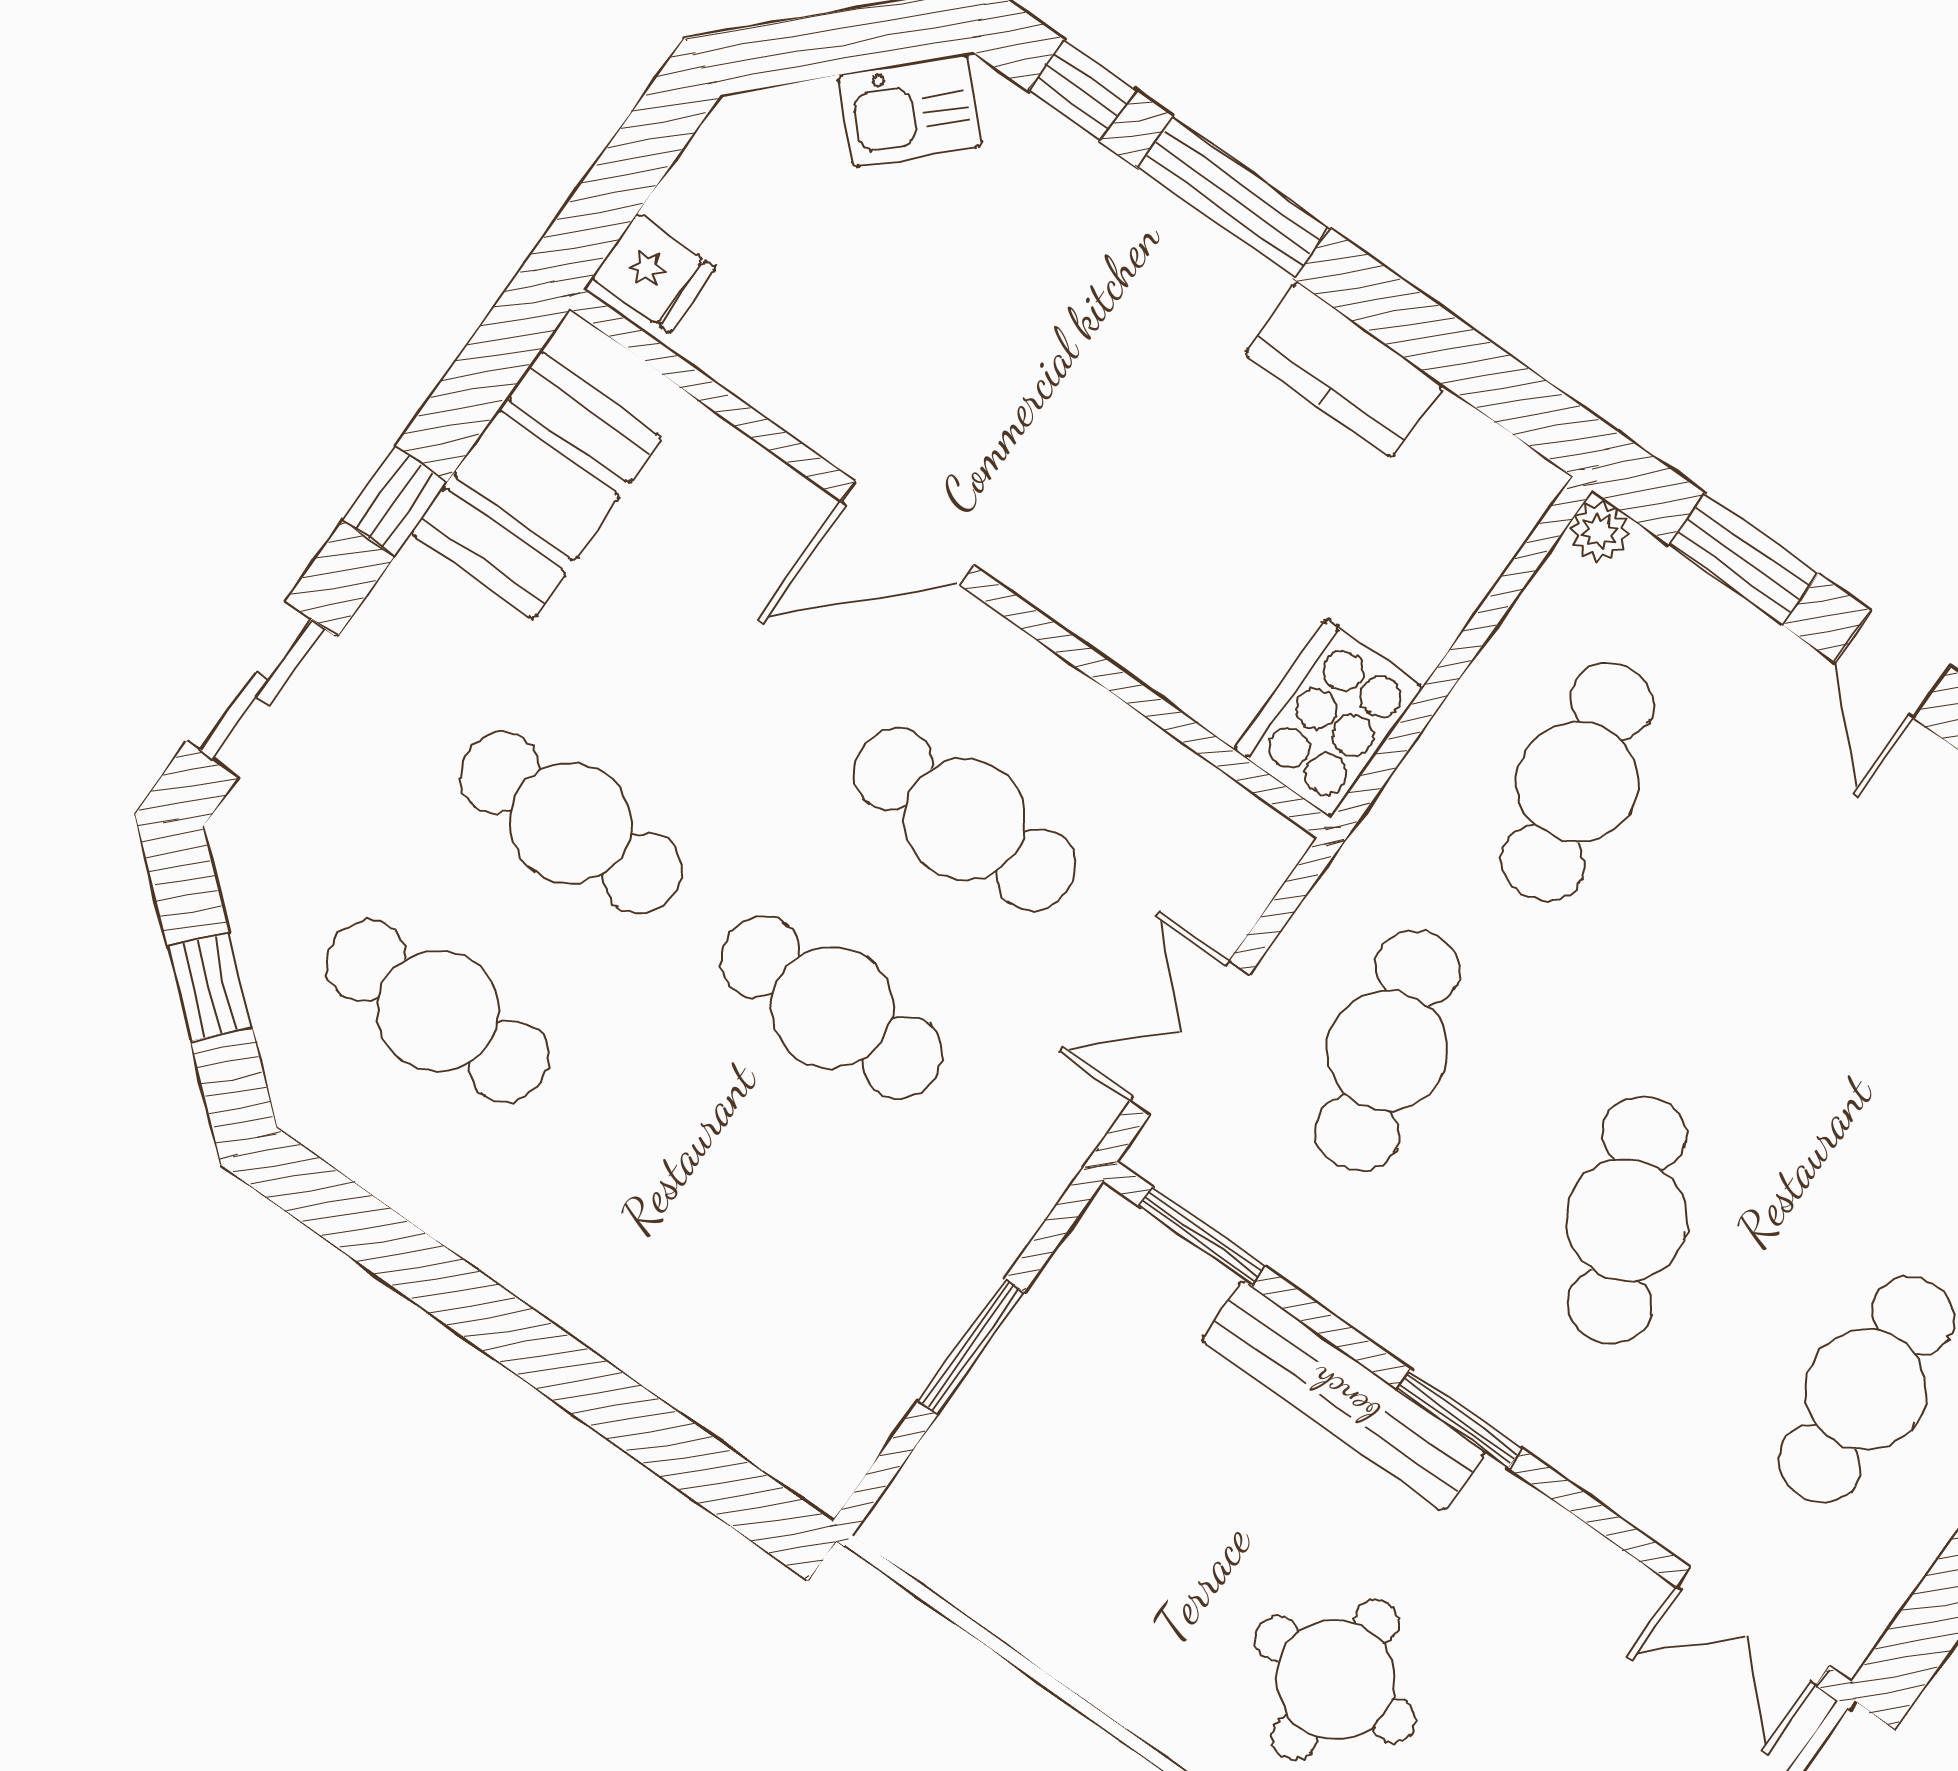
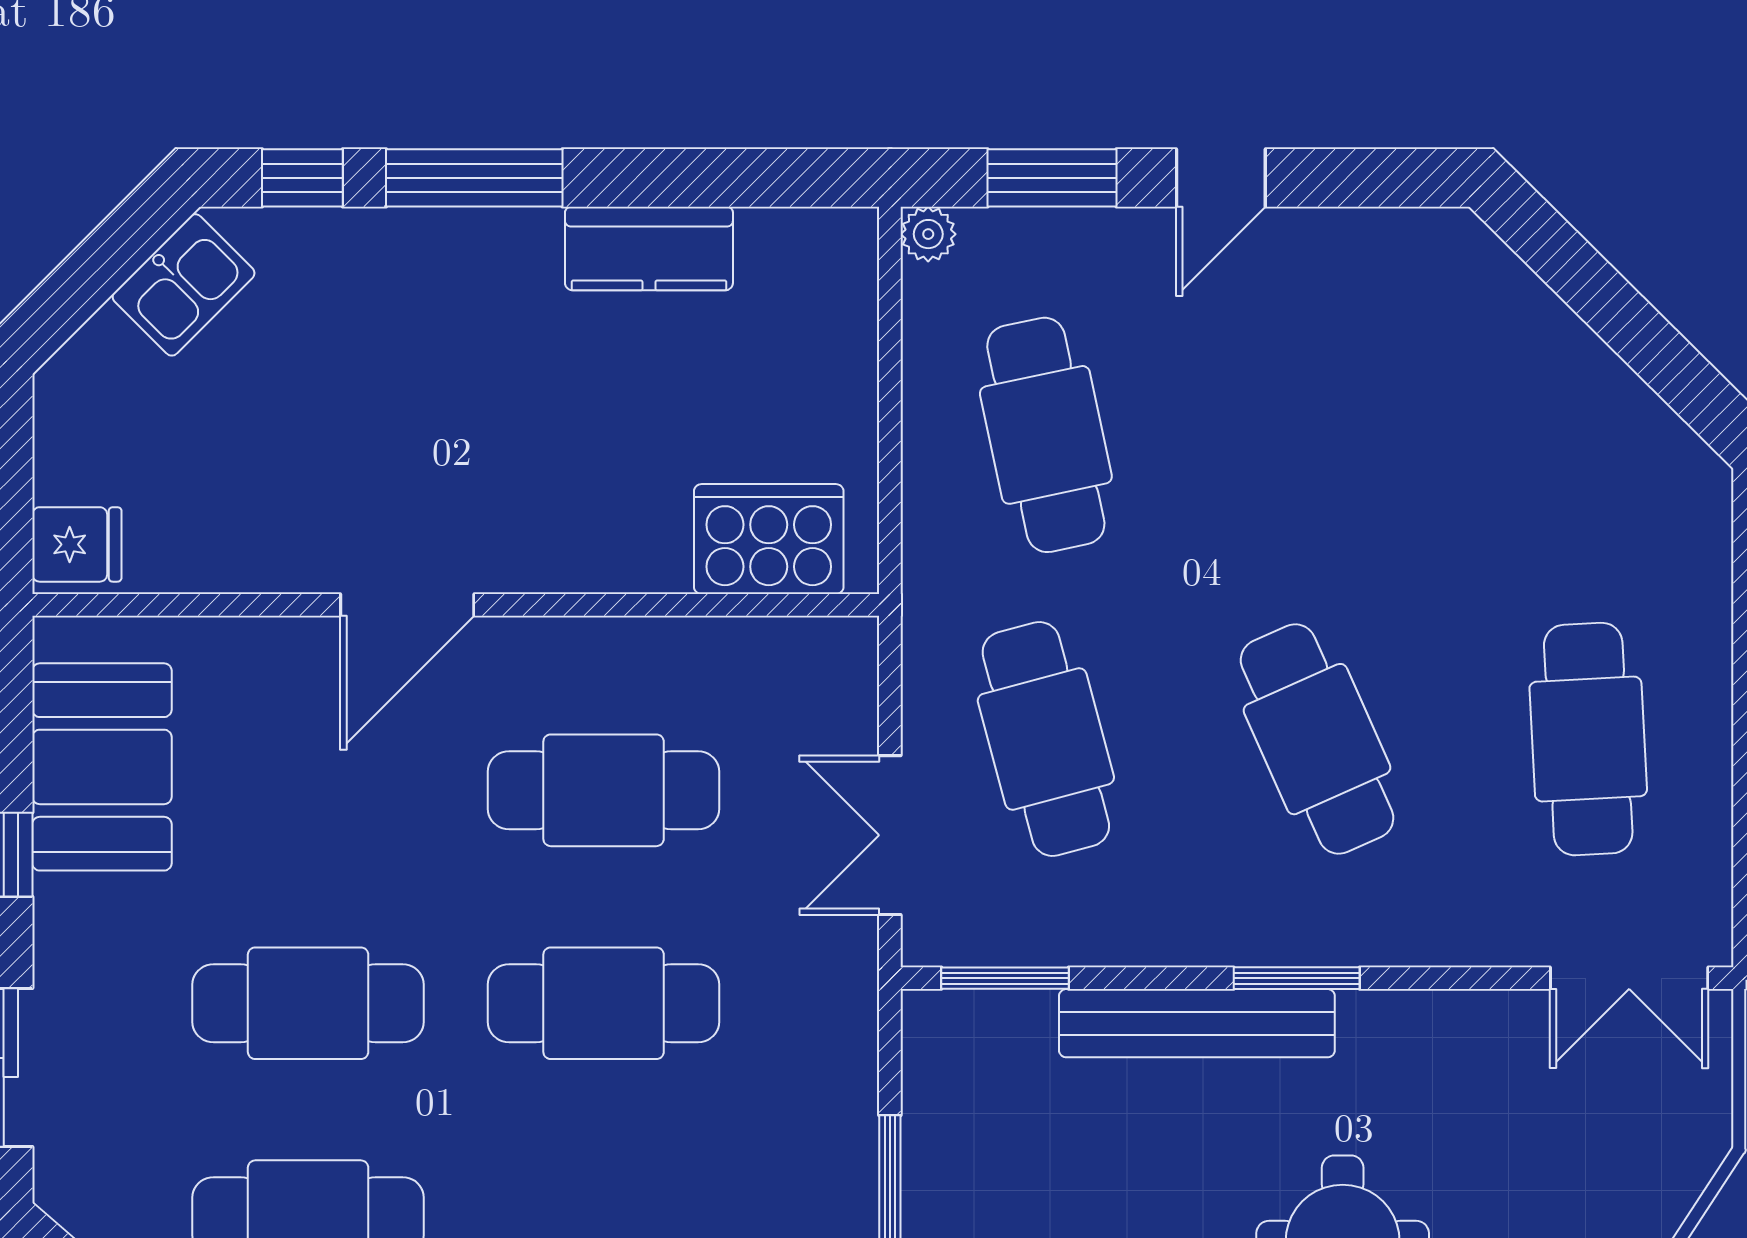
door: (1893, 665) -> (1221, 178), hinge flipped
cooker: (1329, 718) -> (769, 539), moved, turned 90

